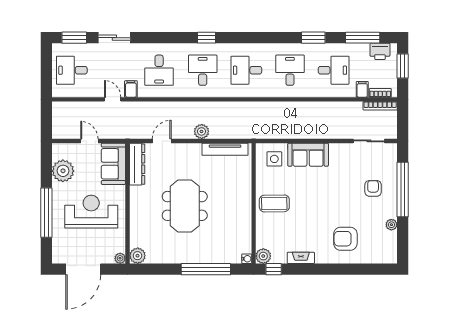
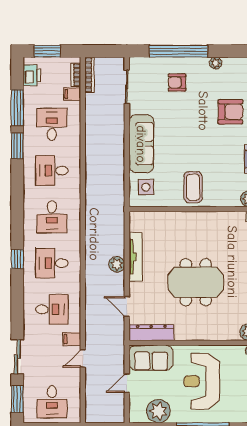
window: (363, 38) -> (17, 108), moved
tv unit: (225, 149) -> (136, 257), moved
sofa: (308, 155) -> (141, 144), width x1.36
armchair: (345, 239) -> (230, 112), turned -90

